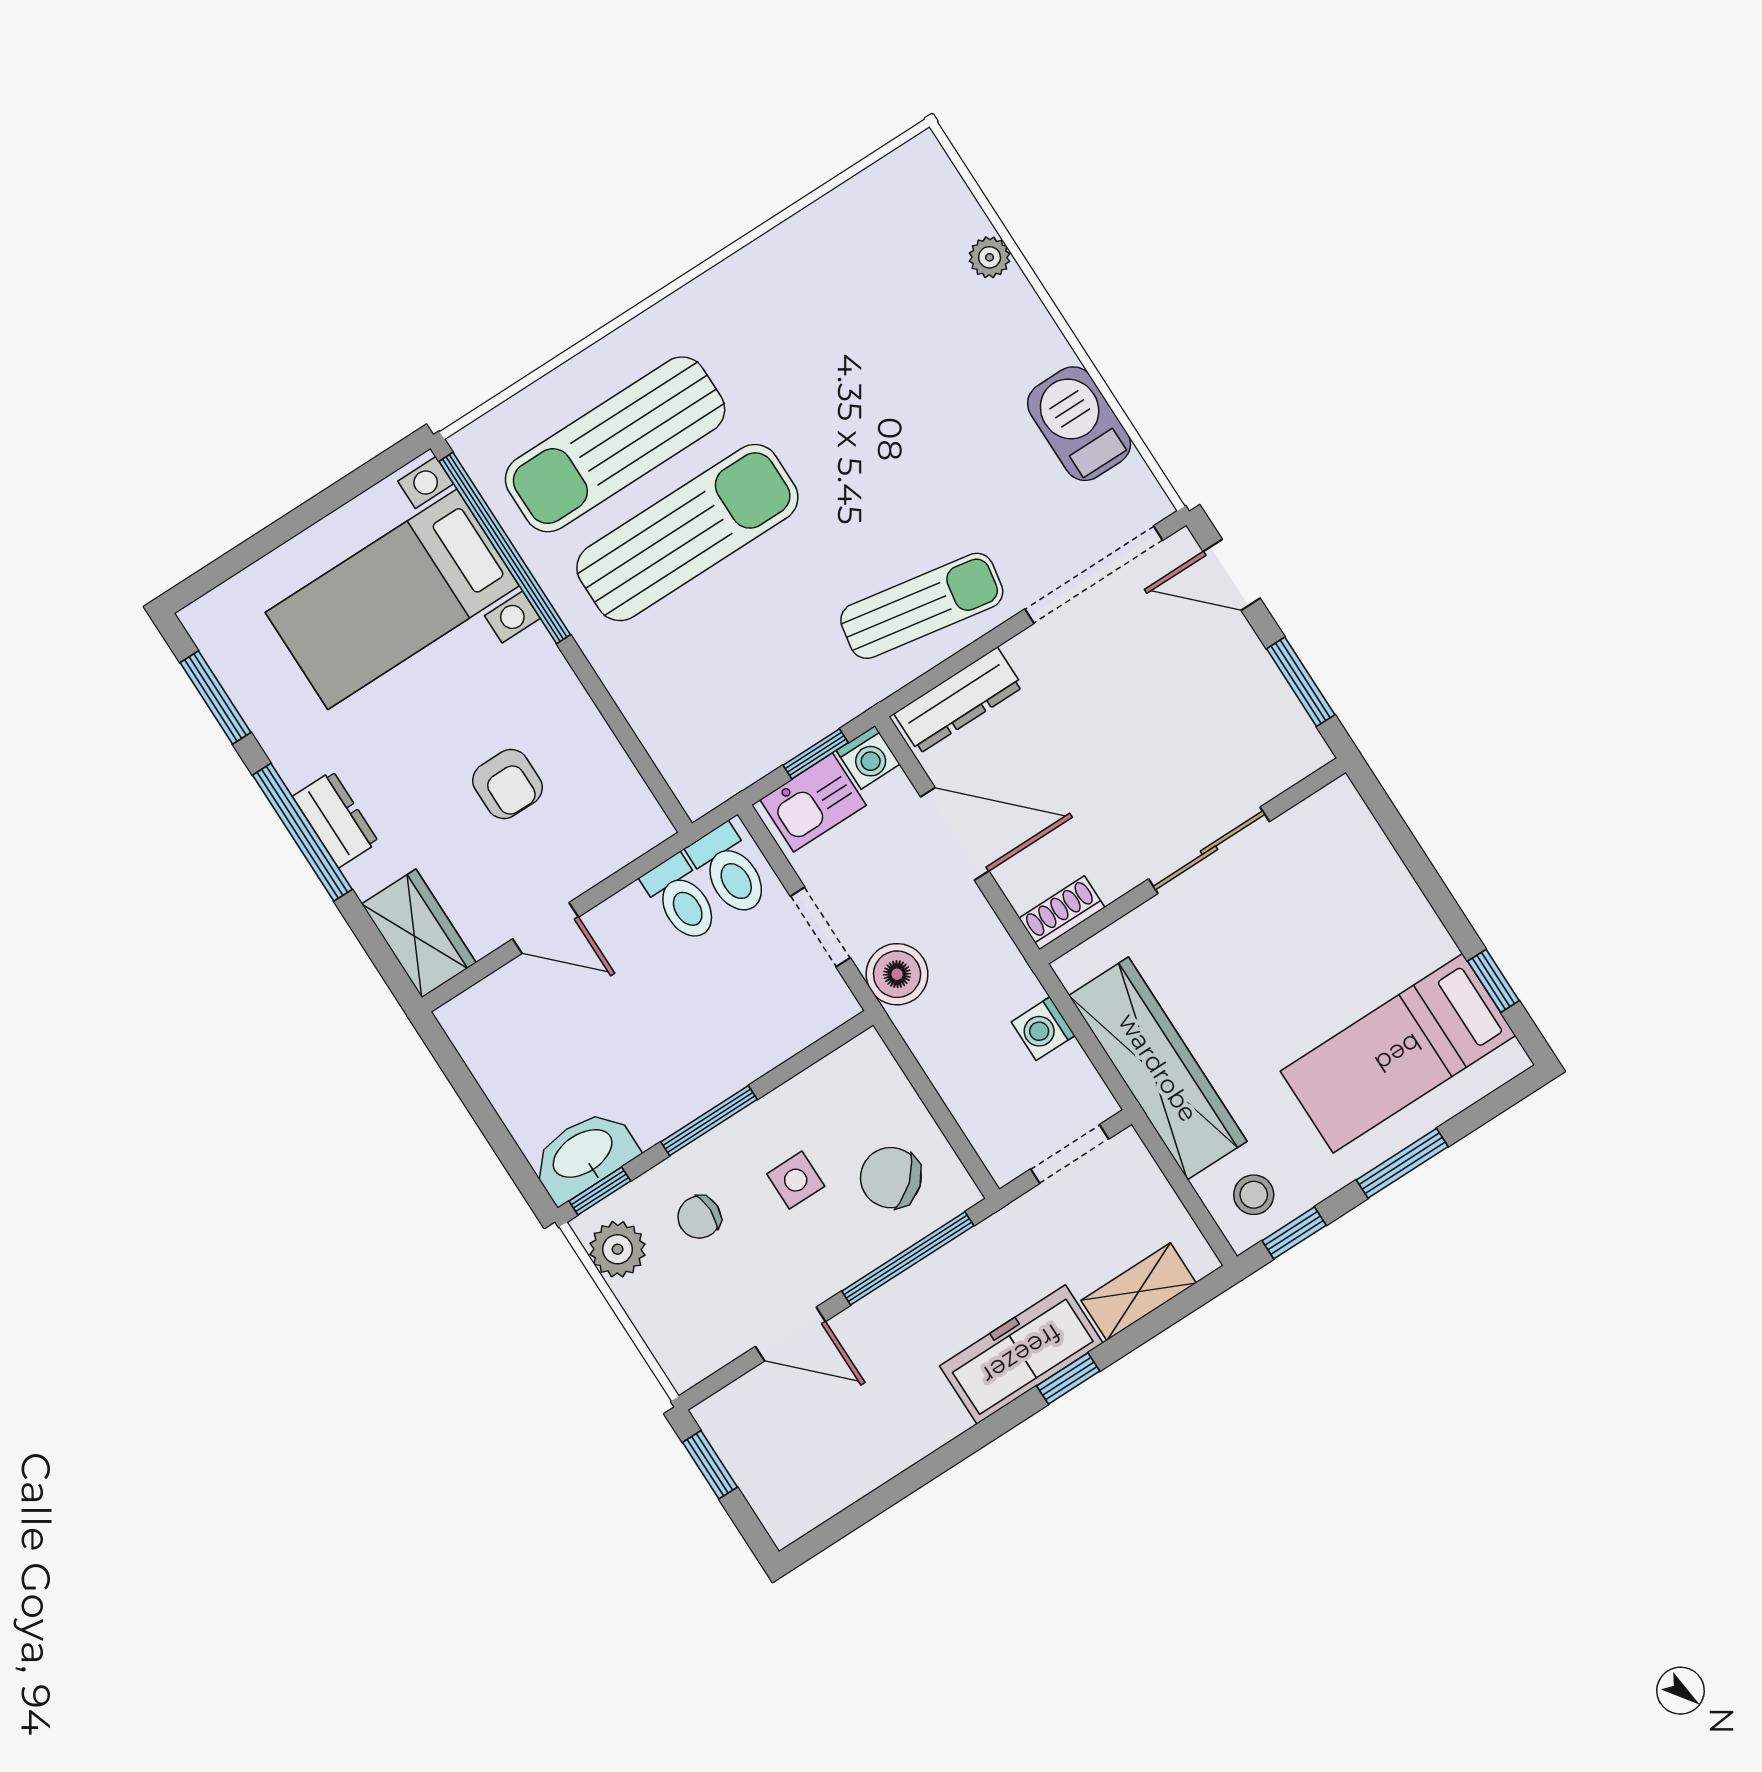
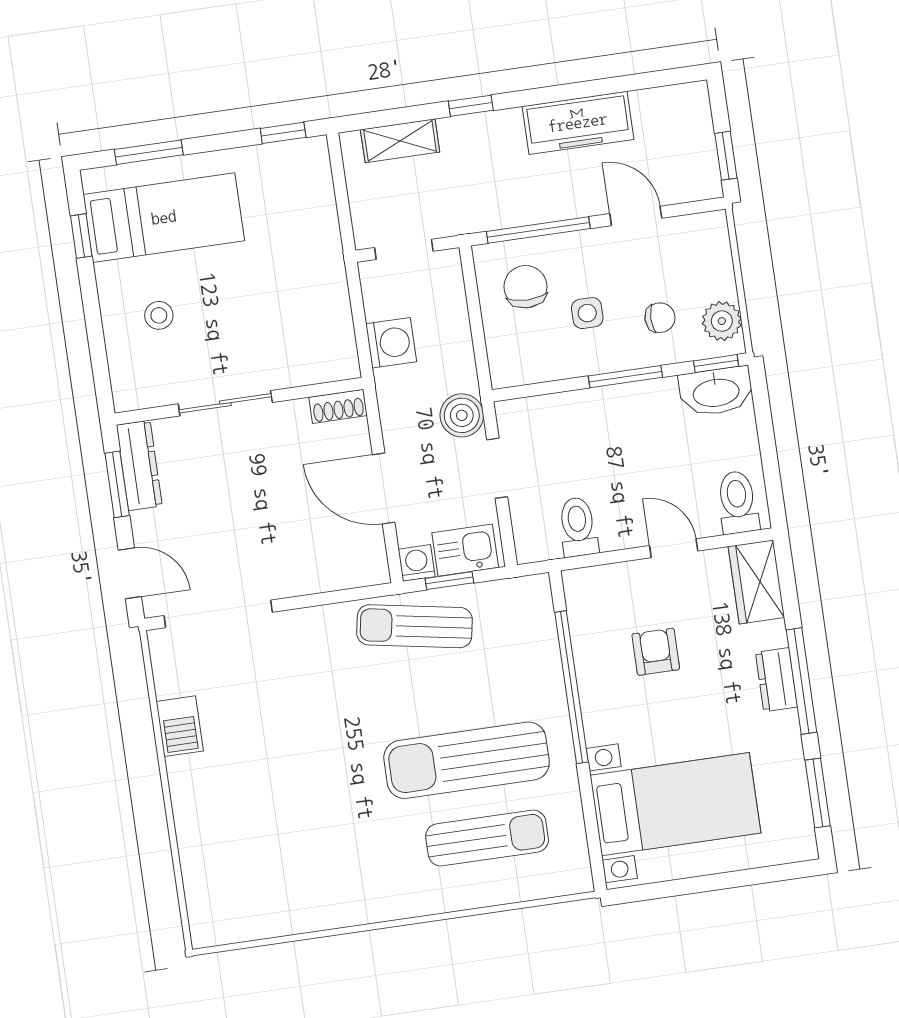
plant: (990, 257) -> (192, 848), removed
barbecue: (1079, 424) -> (180, 726), width x0.73, depth x0.79
sun lounger: (615, 444) -> (487, 838), width x0.73, depth x0.75
window: (505, 548) -> (571, 687), moved
sun lounger: (922, 606) -> (414, 626), moved
dresser: (958, 700) -> (139, 465), moved, turned 90
toilet: (730, 871) -> (738, 502), moved
washing machine: (1043, 1029) -> (391, 343), width x1.38, depth x1.38
wardrobe: (1158, 1068) -> (322, 278), removed
window: (1402, 1163) -> (149, 152), moved
chair: (891, 1178) -> (525, 287), turned -139
stool: (1254, 1195) -> (159, 315), moved
freezer: (1021, 1354) -> (578, 123), moved

